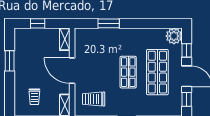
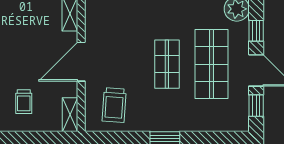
door: (72, 71) -> (81, 62), hinge flipped
trolley: (94, 99) -> (114, 105), turned -86

